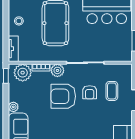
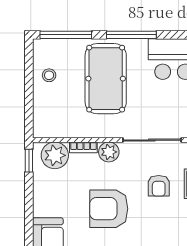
tv unit: (13, 49) -> (40, 118), removed
armchair: (63, 96) -> (109, 209), moved
plant: (13, 107) -> (40, 208), removed

